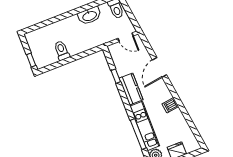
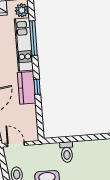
toilet: (62, 50) -> (67, 152), moved
window: (116, 76) -> (37, 87), moved

